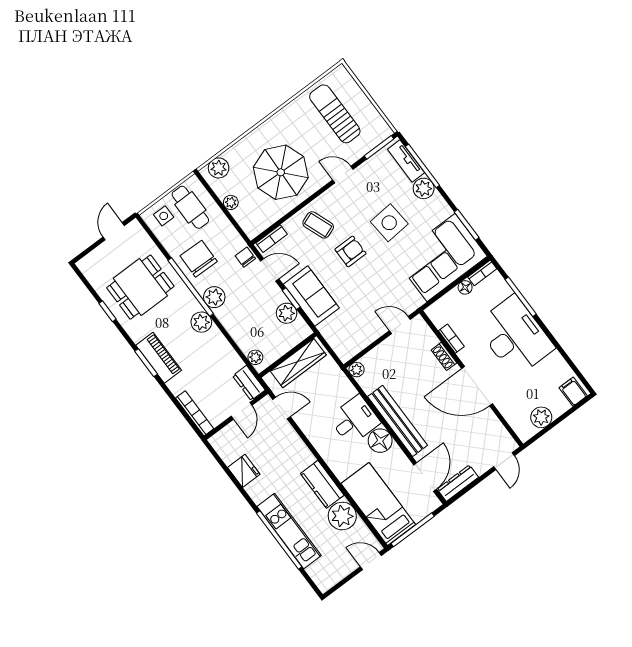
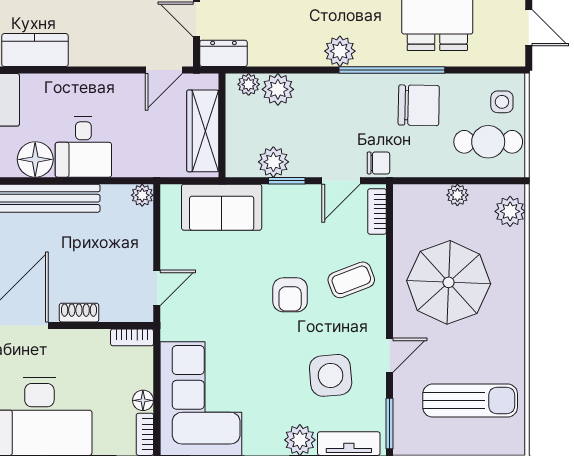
side table: (389, 223) -> (331, 375), moved
sofa: (311, 296) -> (222, 207), moved
plant: (214, 297) -> (278, 89), moved
bookcase: (451, 339) -> (132, 337), moved

